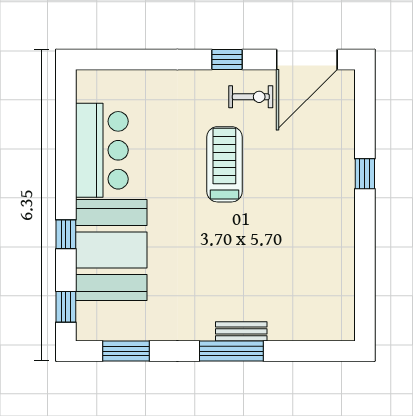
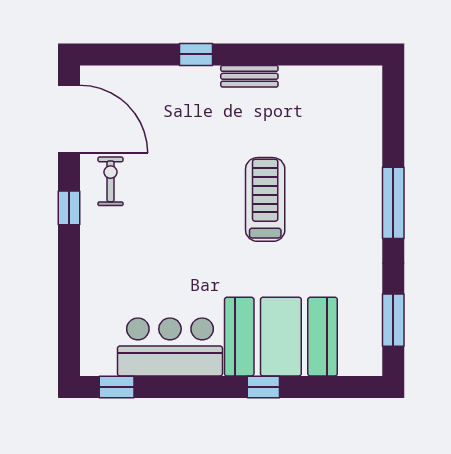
treadmill: (224, 164) -> (265, 199), moved, turned 90
window: (66, 307) -> (117, 387), moved
bench: (241, 331) -> (249, 76), moved, turned 90

